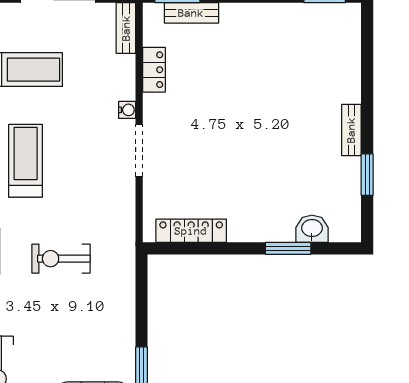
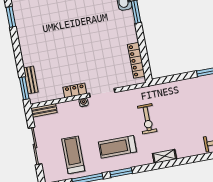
locker: (154, 70) -> (75, 90), moved
exercise bike: (61, 259) -> (147, 119), moved

